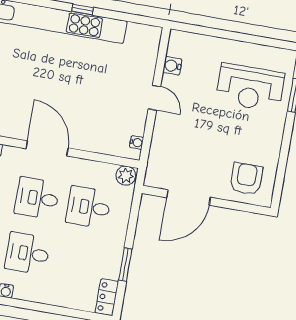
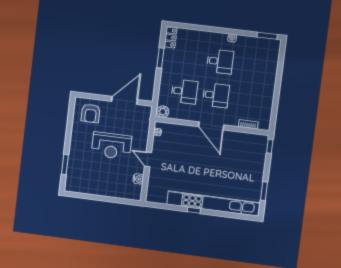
reception desk: (250, 87) -> (111, 146), moved, turned 180

